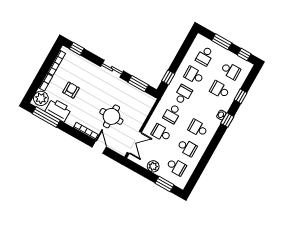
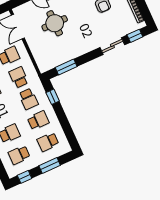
school desk: (205, 56) -> (48, 142), turned -90
sliding door: (112, 69) -> (112, 46), moved

